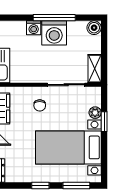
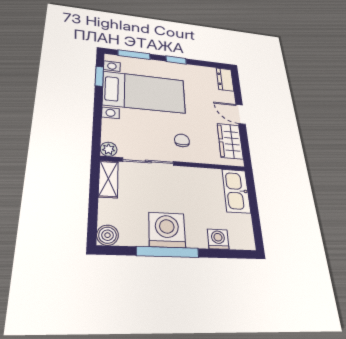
washing machine: (34, 28) -> (218, 239), moved
plant: (95, 113) -> (109, 149), moved
window: (104, 122) -> (99, 76), moved

